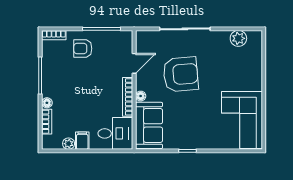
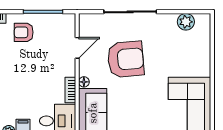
bookcase: (128, 97) -> (70, 90), width x0.64

